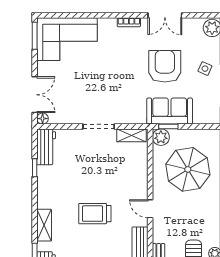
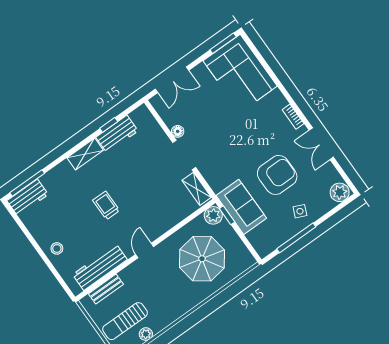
floor lamp: (43, 119) -> (178, 131), moved
workbench: (46, 147) -> (117, 134), moved
trolley: (95, 214) -> (106, 205), width x0.73, depth x0.72
shelving: (44, 225) -> (85, 154), moved

